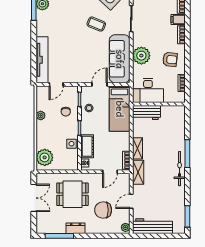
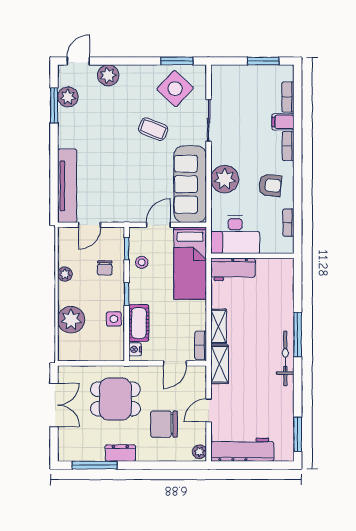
plant: (45, 157) -> (71, 320), moved

